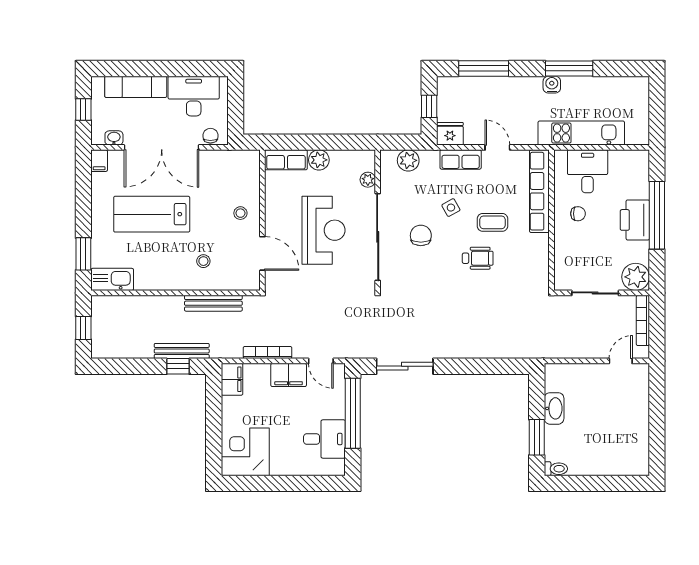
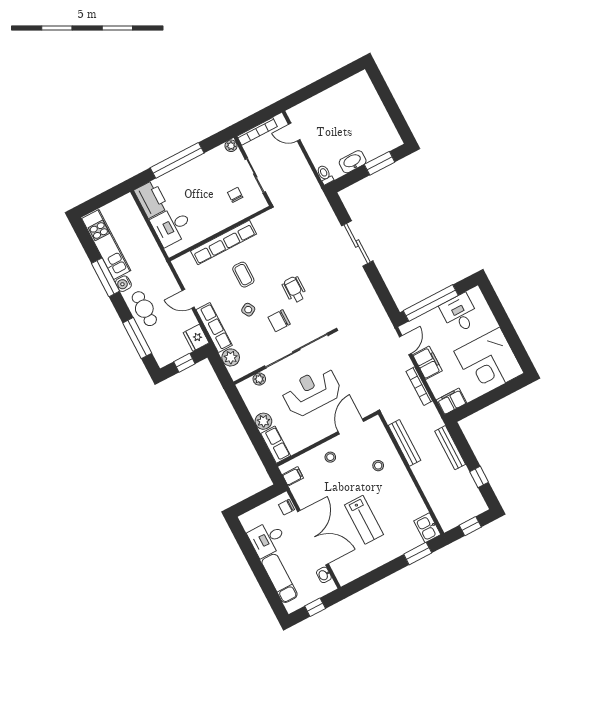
cafe table: (512, 93) -> (144, 309), added
desk: (194, 96) -> (267, 539), width x0.73
kitchen unit: (581, 133) -> (106, 245), moved, turned 180
door: (497, 147) -> (188, 299), hinge flipped
row of seats: (461, 160) -> (214, 328), width x1.48
filing cabinet: (99, 161) -> (293, 476), moved
row of seats: (539, 191) -> (224, 242), moved
lab bench: (152, 214) -> (364, 520), width x0.73, depth x0.72
chair: (578, 214) -> (235, 195), moved
printer: (635, 220) -> (151, 199), moved, turned -90
wheelchair: (478, 258) -> (294, 290), moved
plant: (636, 277) -> (231, 146), width x0.53, depth x0.53
kitchen sink: (112, 279) -> (427, 528), width x0.73
window: (178, 366) -> (479, 477), moved
sliding door: (405, 366) -> (357, 243), moved
corner desk: (245, 452) -> (489, 362), width x1.36, depth x1.36
toilet: (556, 469) -> (325, 175), moved

